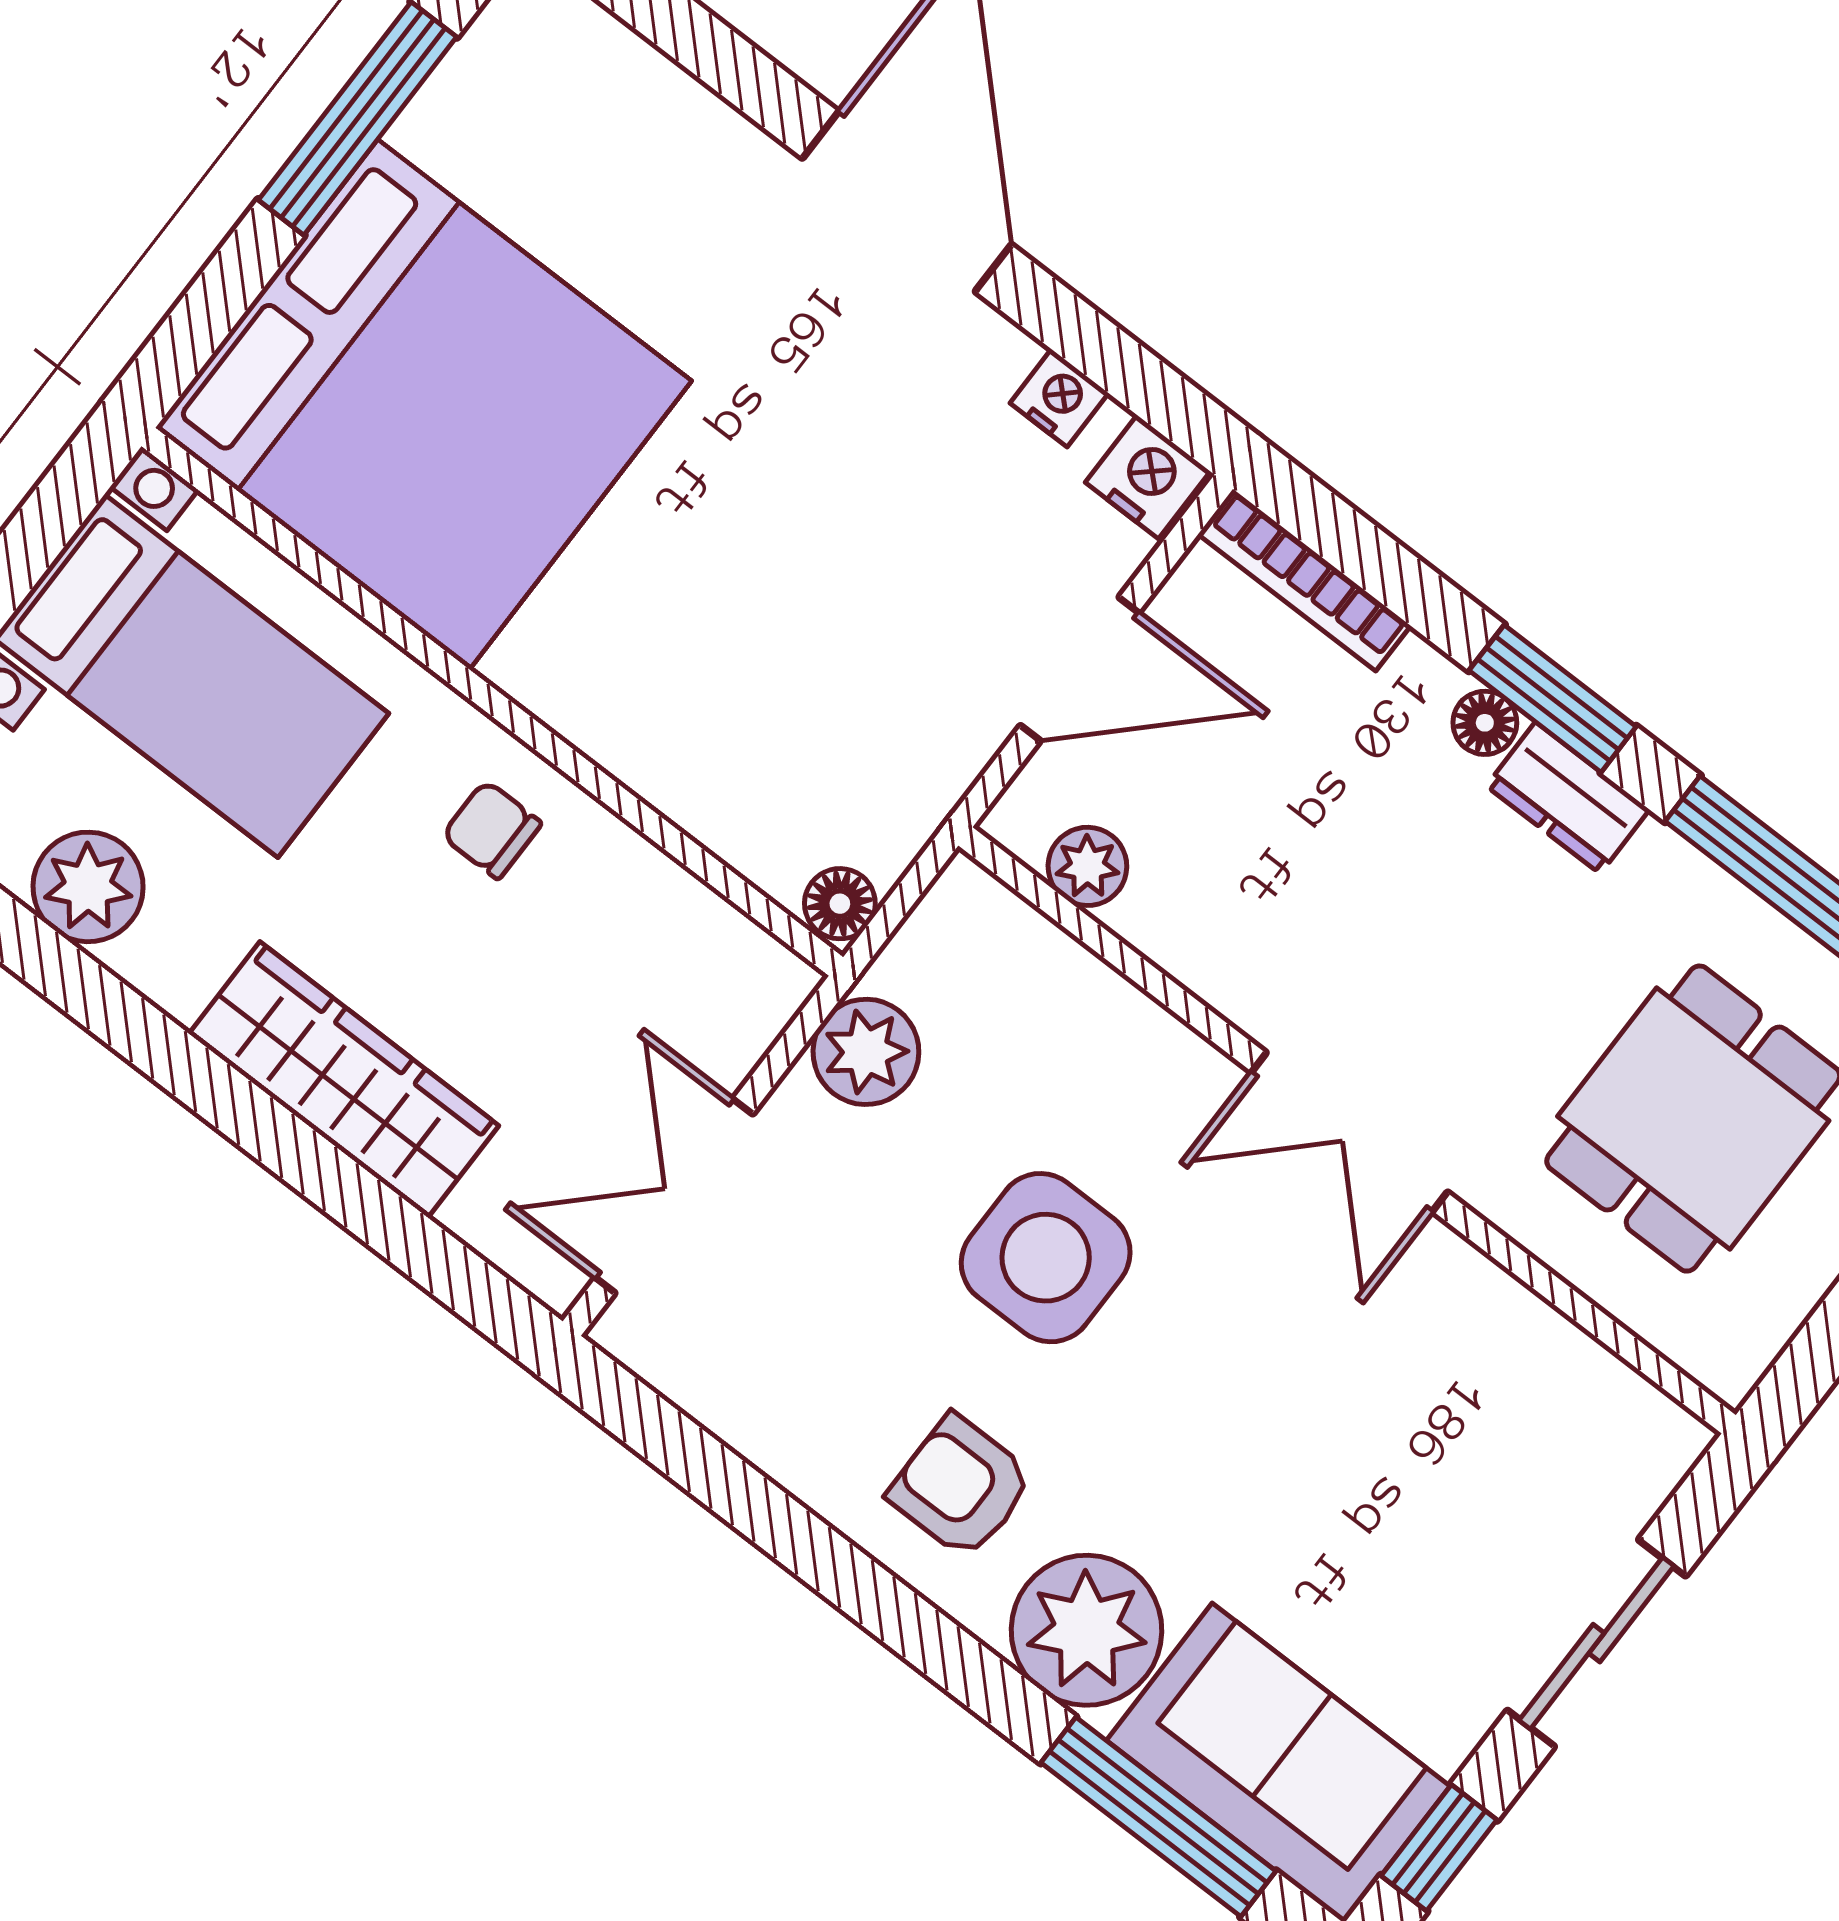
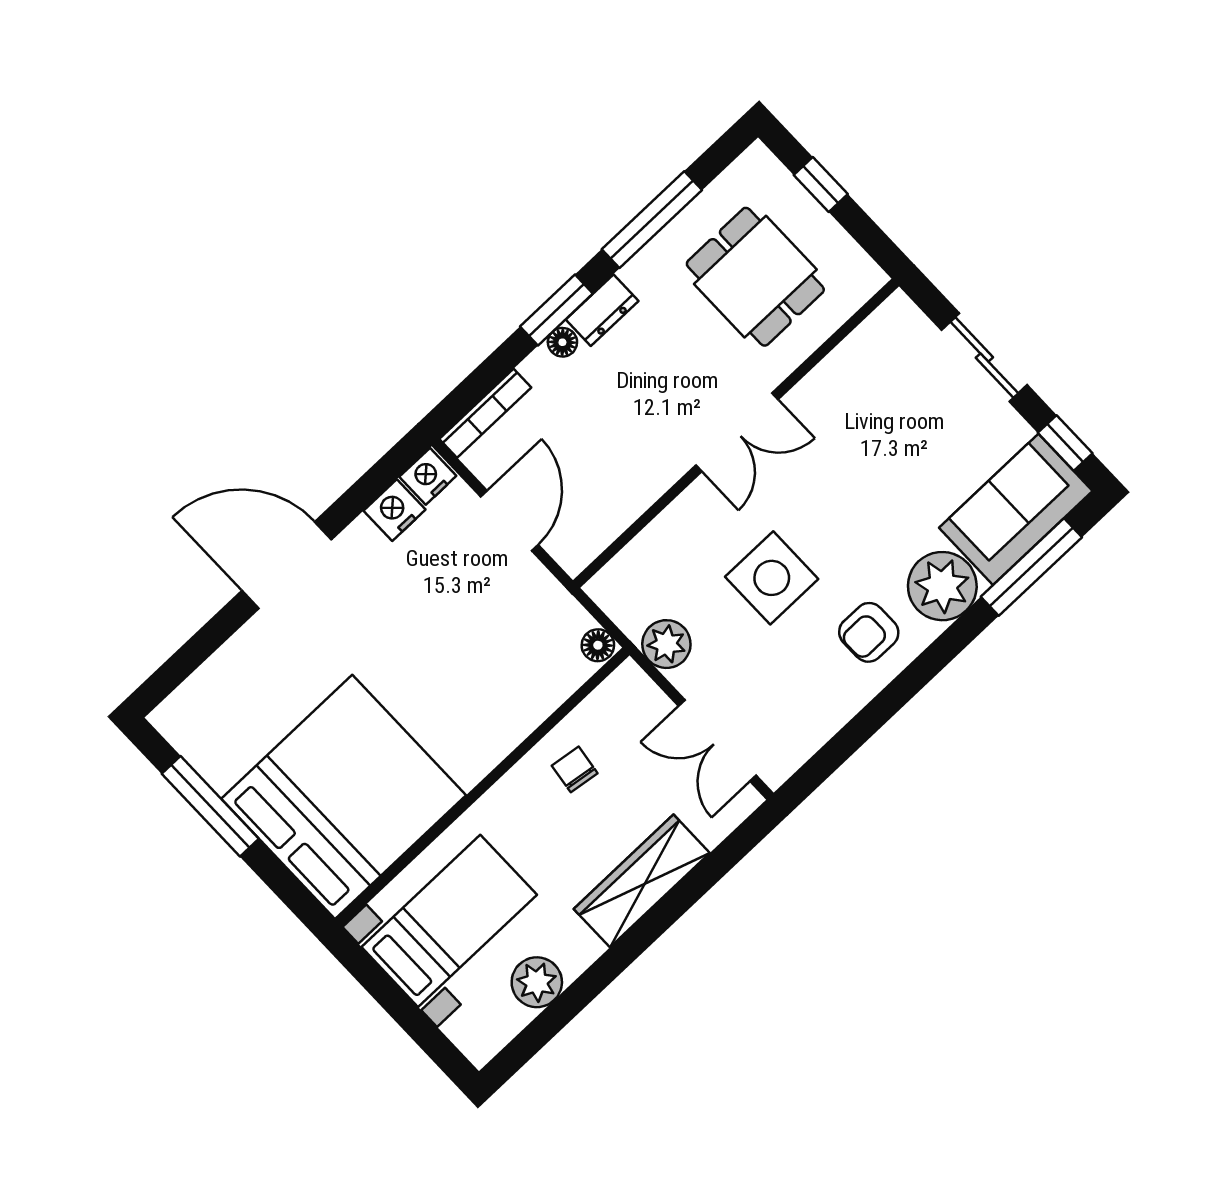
nightstand: (1059, 398) -> (394, 510), width x1.39, depth x1.35
chair: (492, 830) -> (575, 769), moved, turned 98
plant: (1087, 866) -> (599, 531), removed

